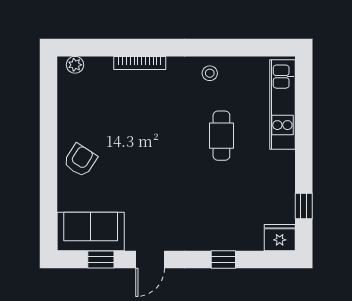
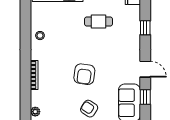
cafe table: (221, 136) -> (99, 21), moved
armchair: (141, 152) -> (84, 74), added

